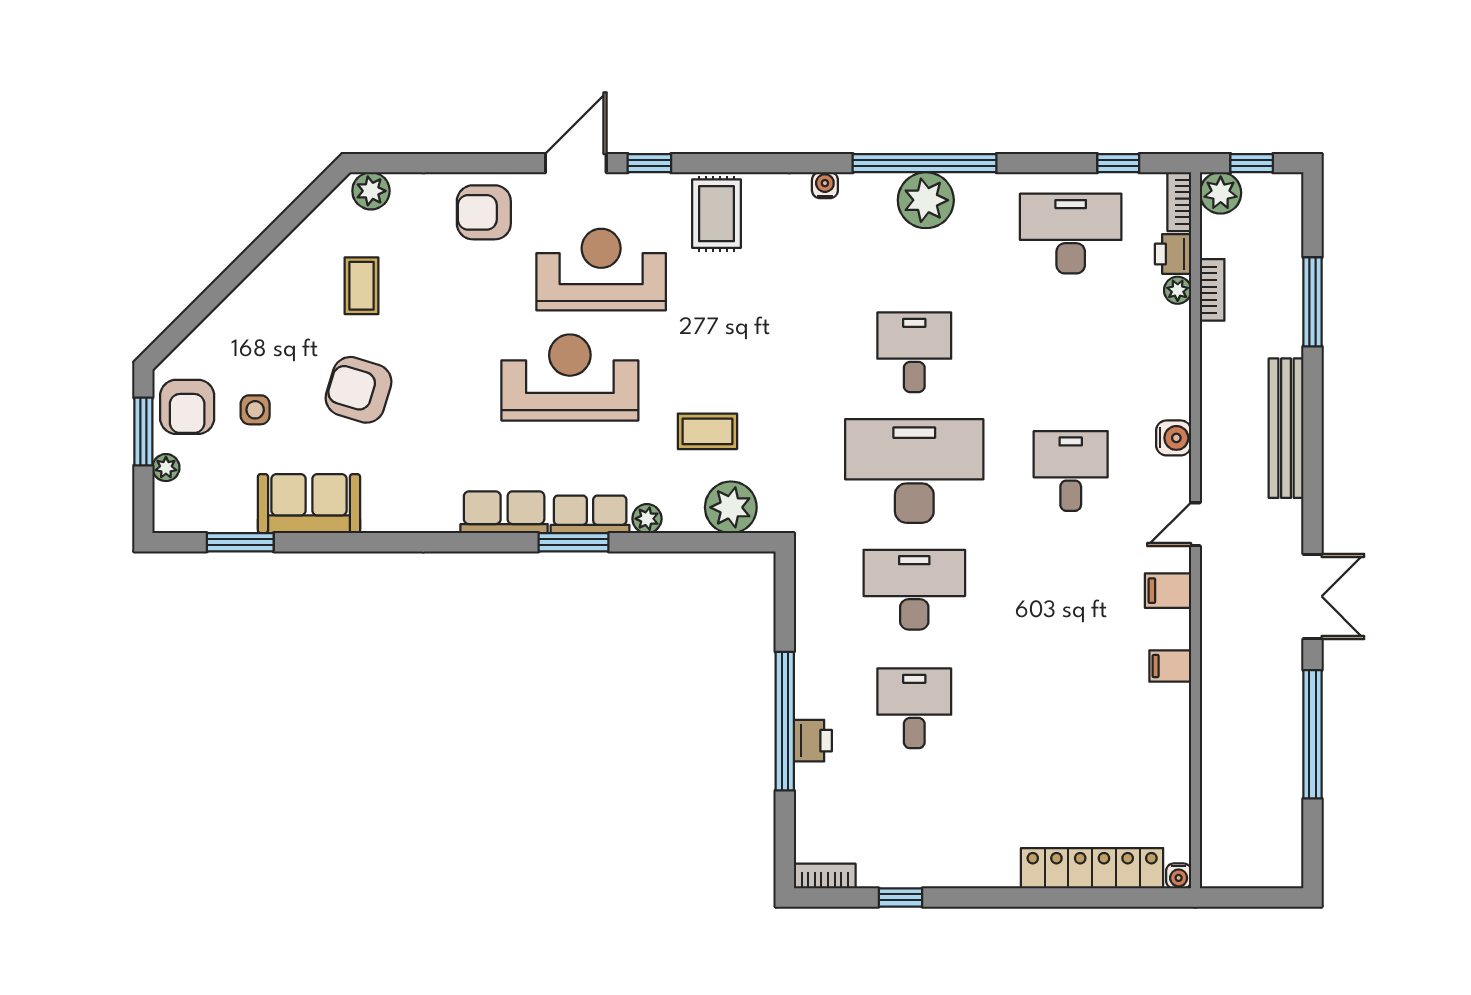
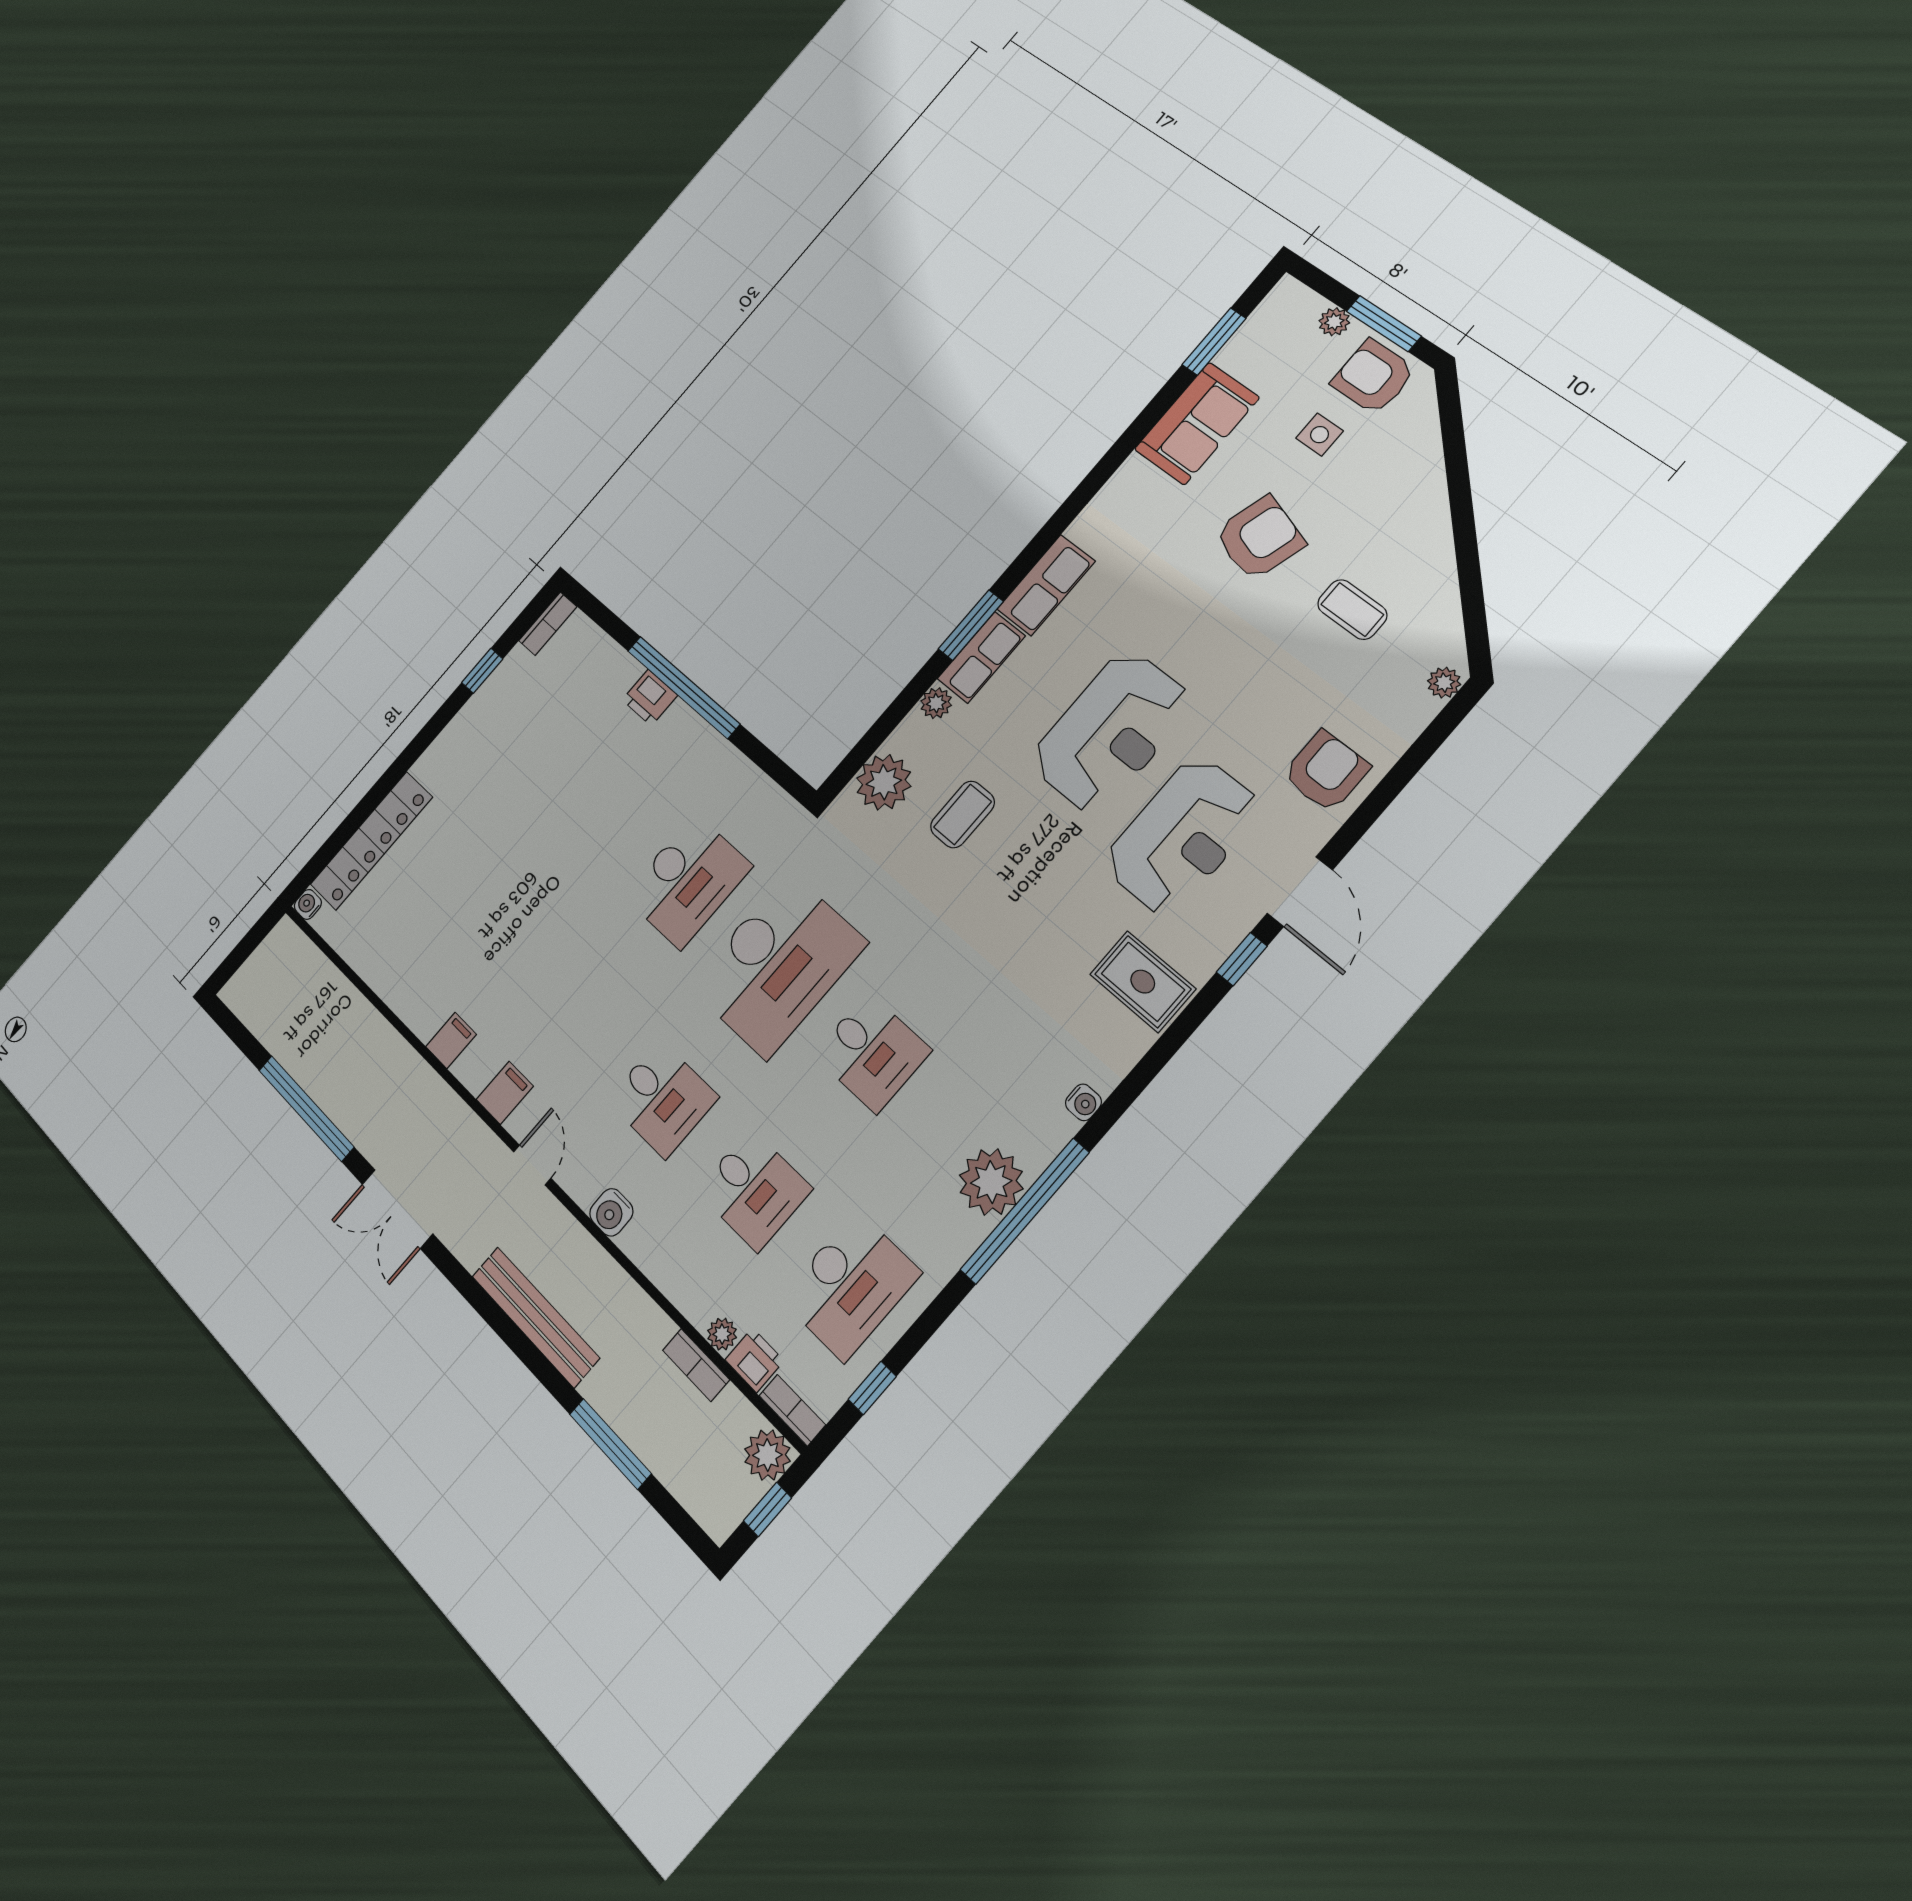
plant: (371, 191) -> (1444, 683), width x0.73, depth x0.73
desk: (914, 708) -> (754, 1190), moved

